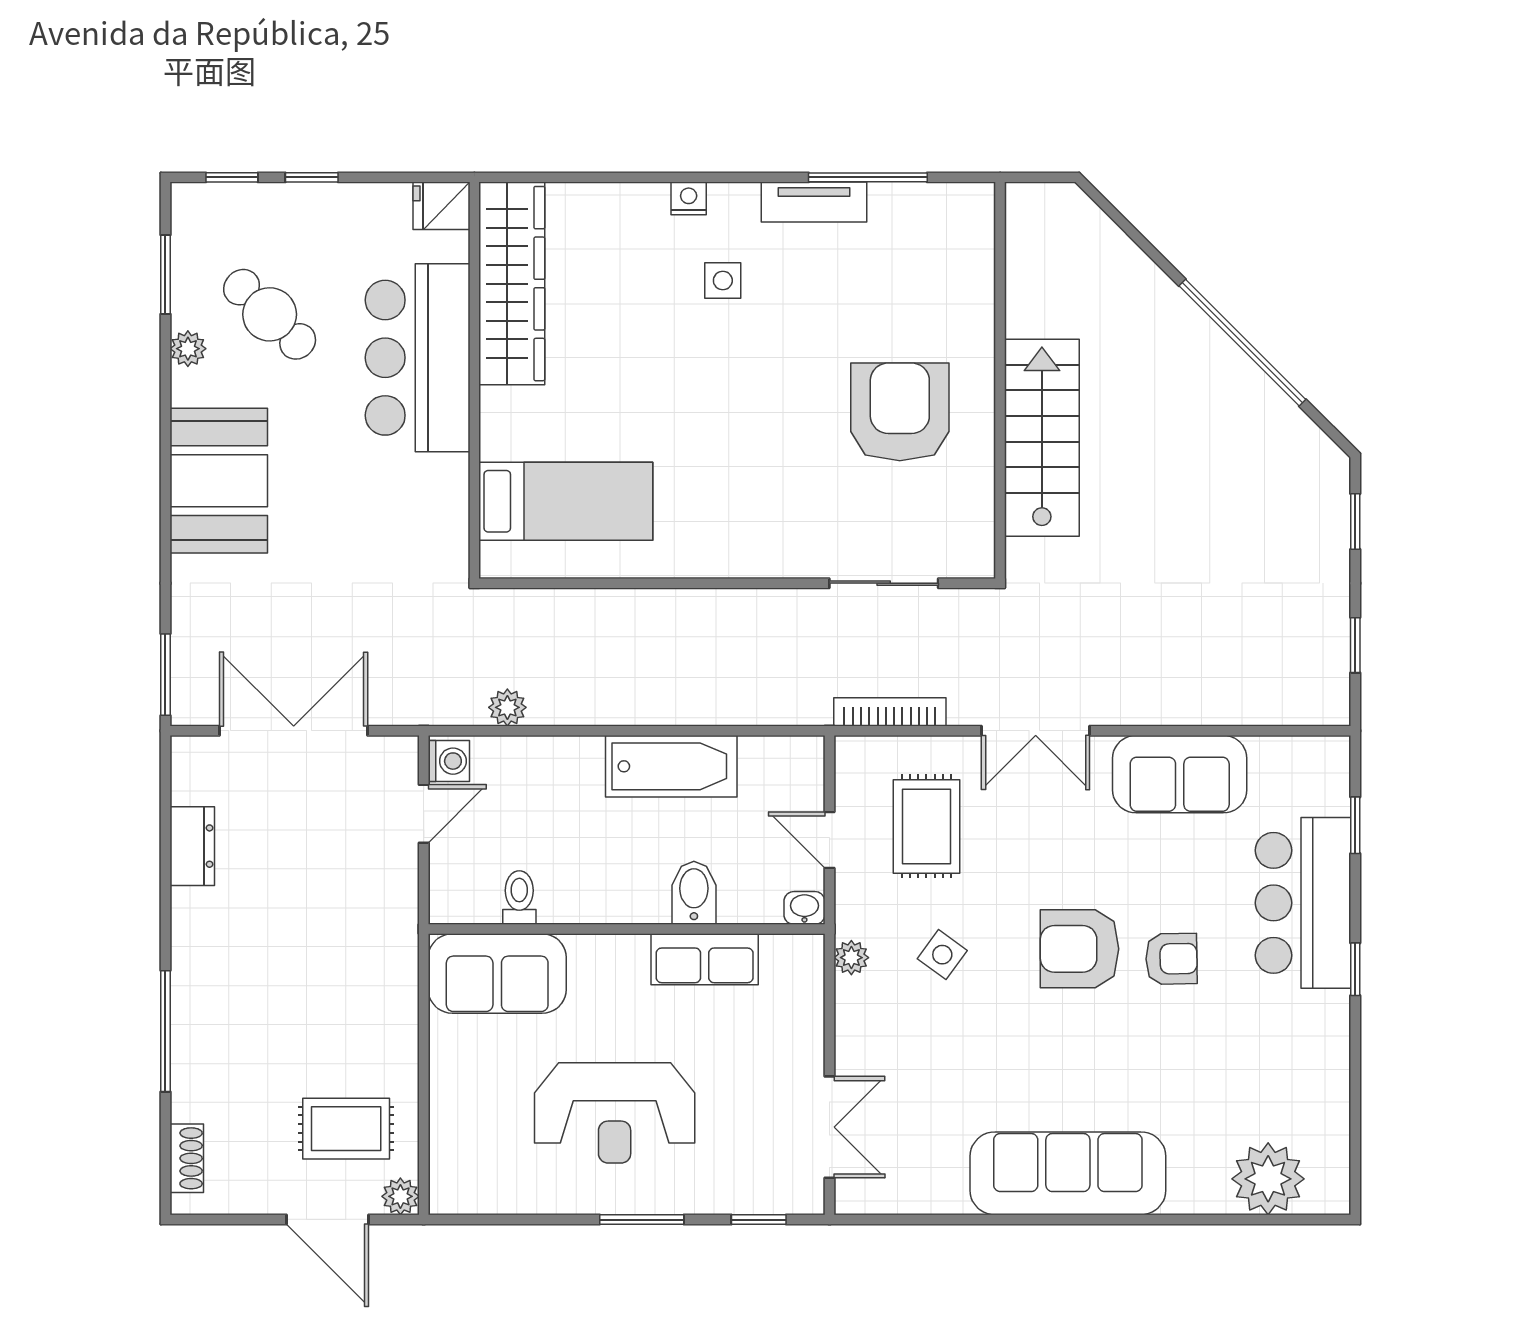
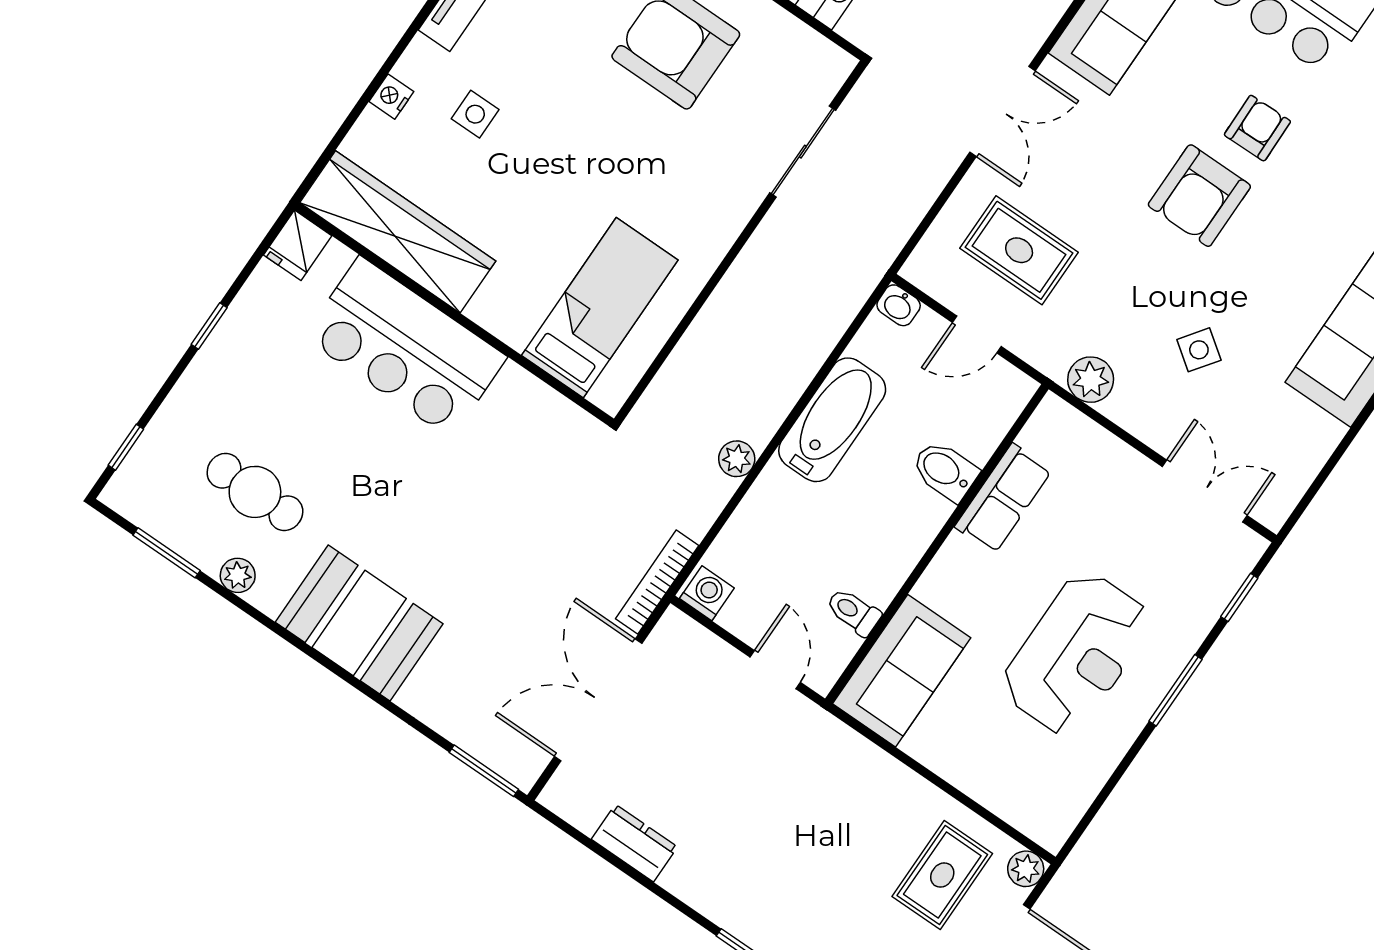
window: (312, 177) -> (209, 326), moved
fridge: (441, 206) -> (298, 245), moved
wardrobe: (512, 284) -> (398, 232), moved
cafe table: (270, 314) -> (255, 492), turned 46
bar counter: (418, 358) -> (405, 347), moved
wall: (474, 380) -> (454, 314), moved
bed: (566, 501) -> (600, 308), moved
plant: (507, 707) -> (737, 459), moved
bookcase: (890, 712) -> (657, 582), moved
door: (424, 814) -> (775, 670), moved
washbasin: (804, 908) -> (899, 305), moved, turned -90
side table: (942, 955) -> (1199, 350), moved
plant: (851, 958) -> (1091, 380), width x1.38, depth x1.38

